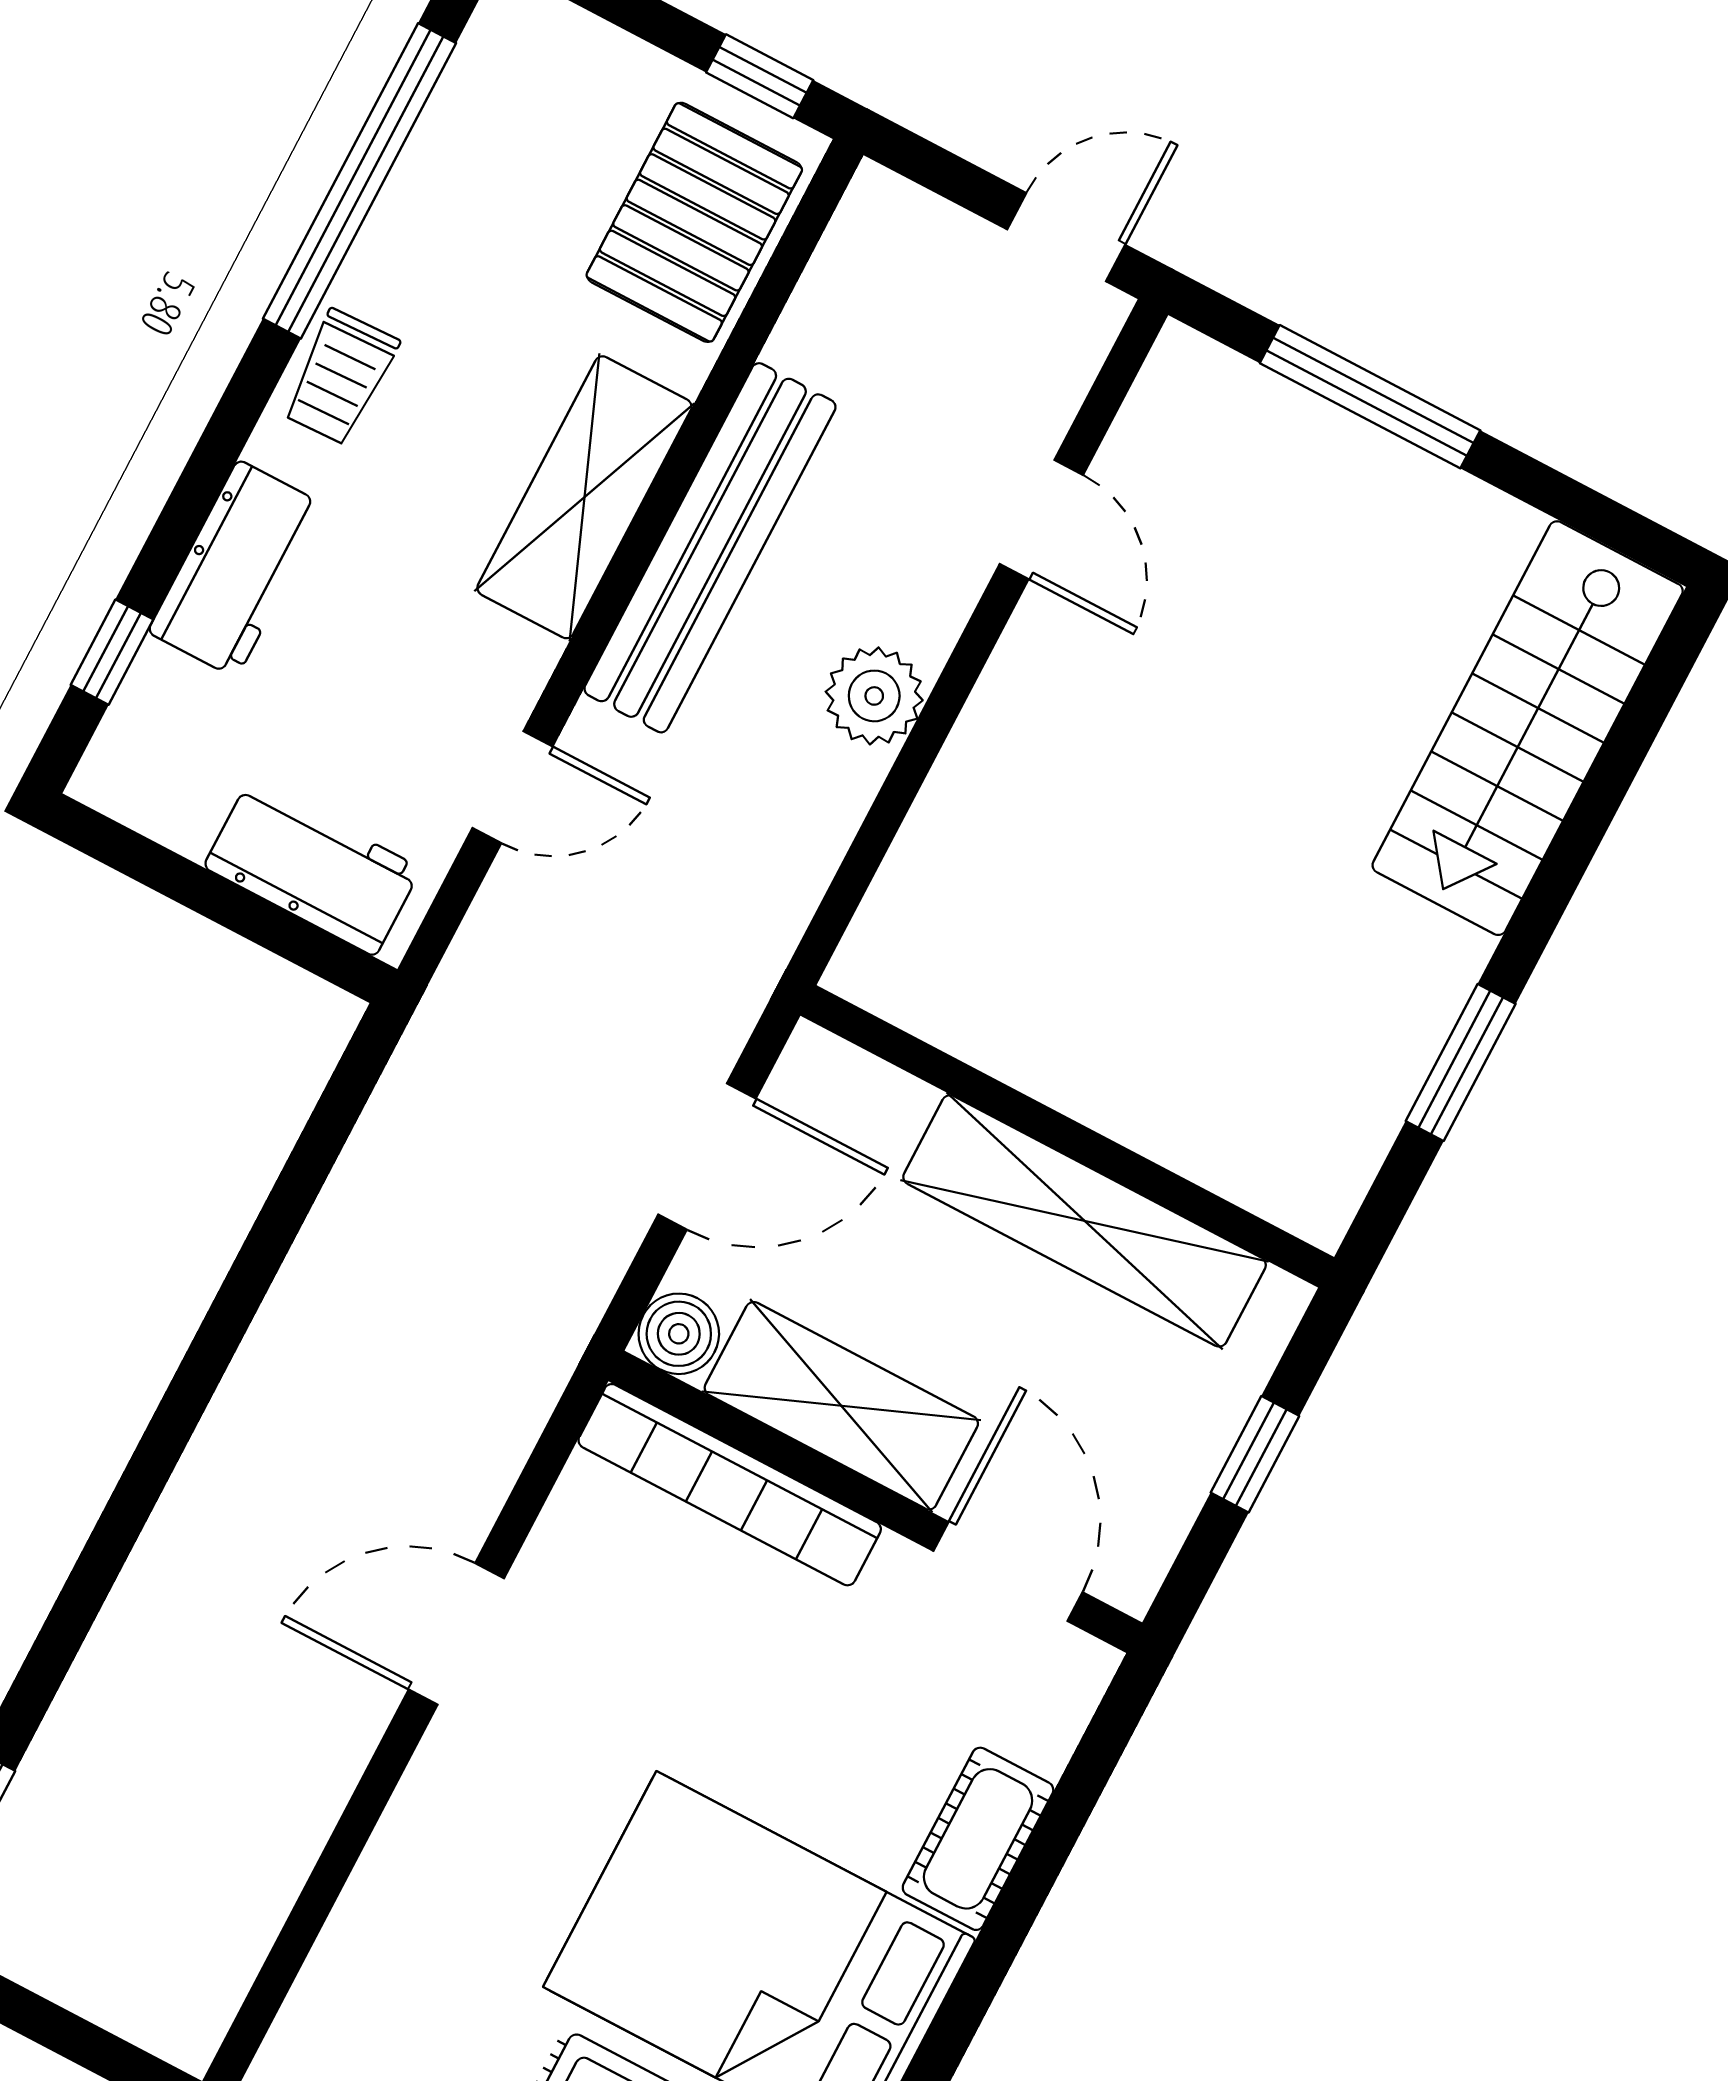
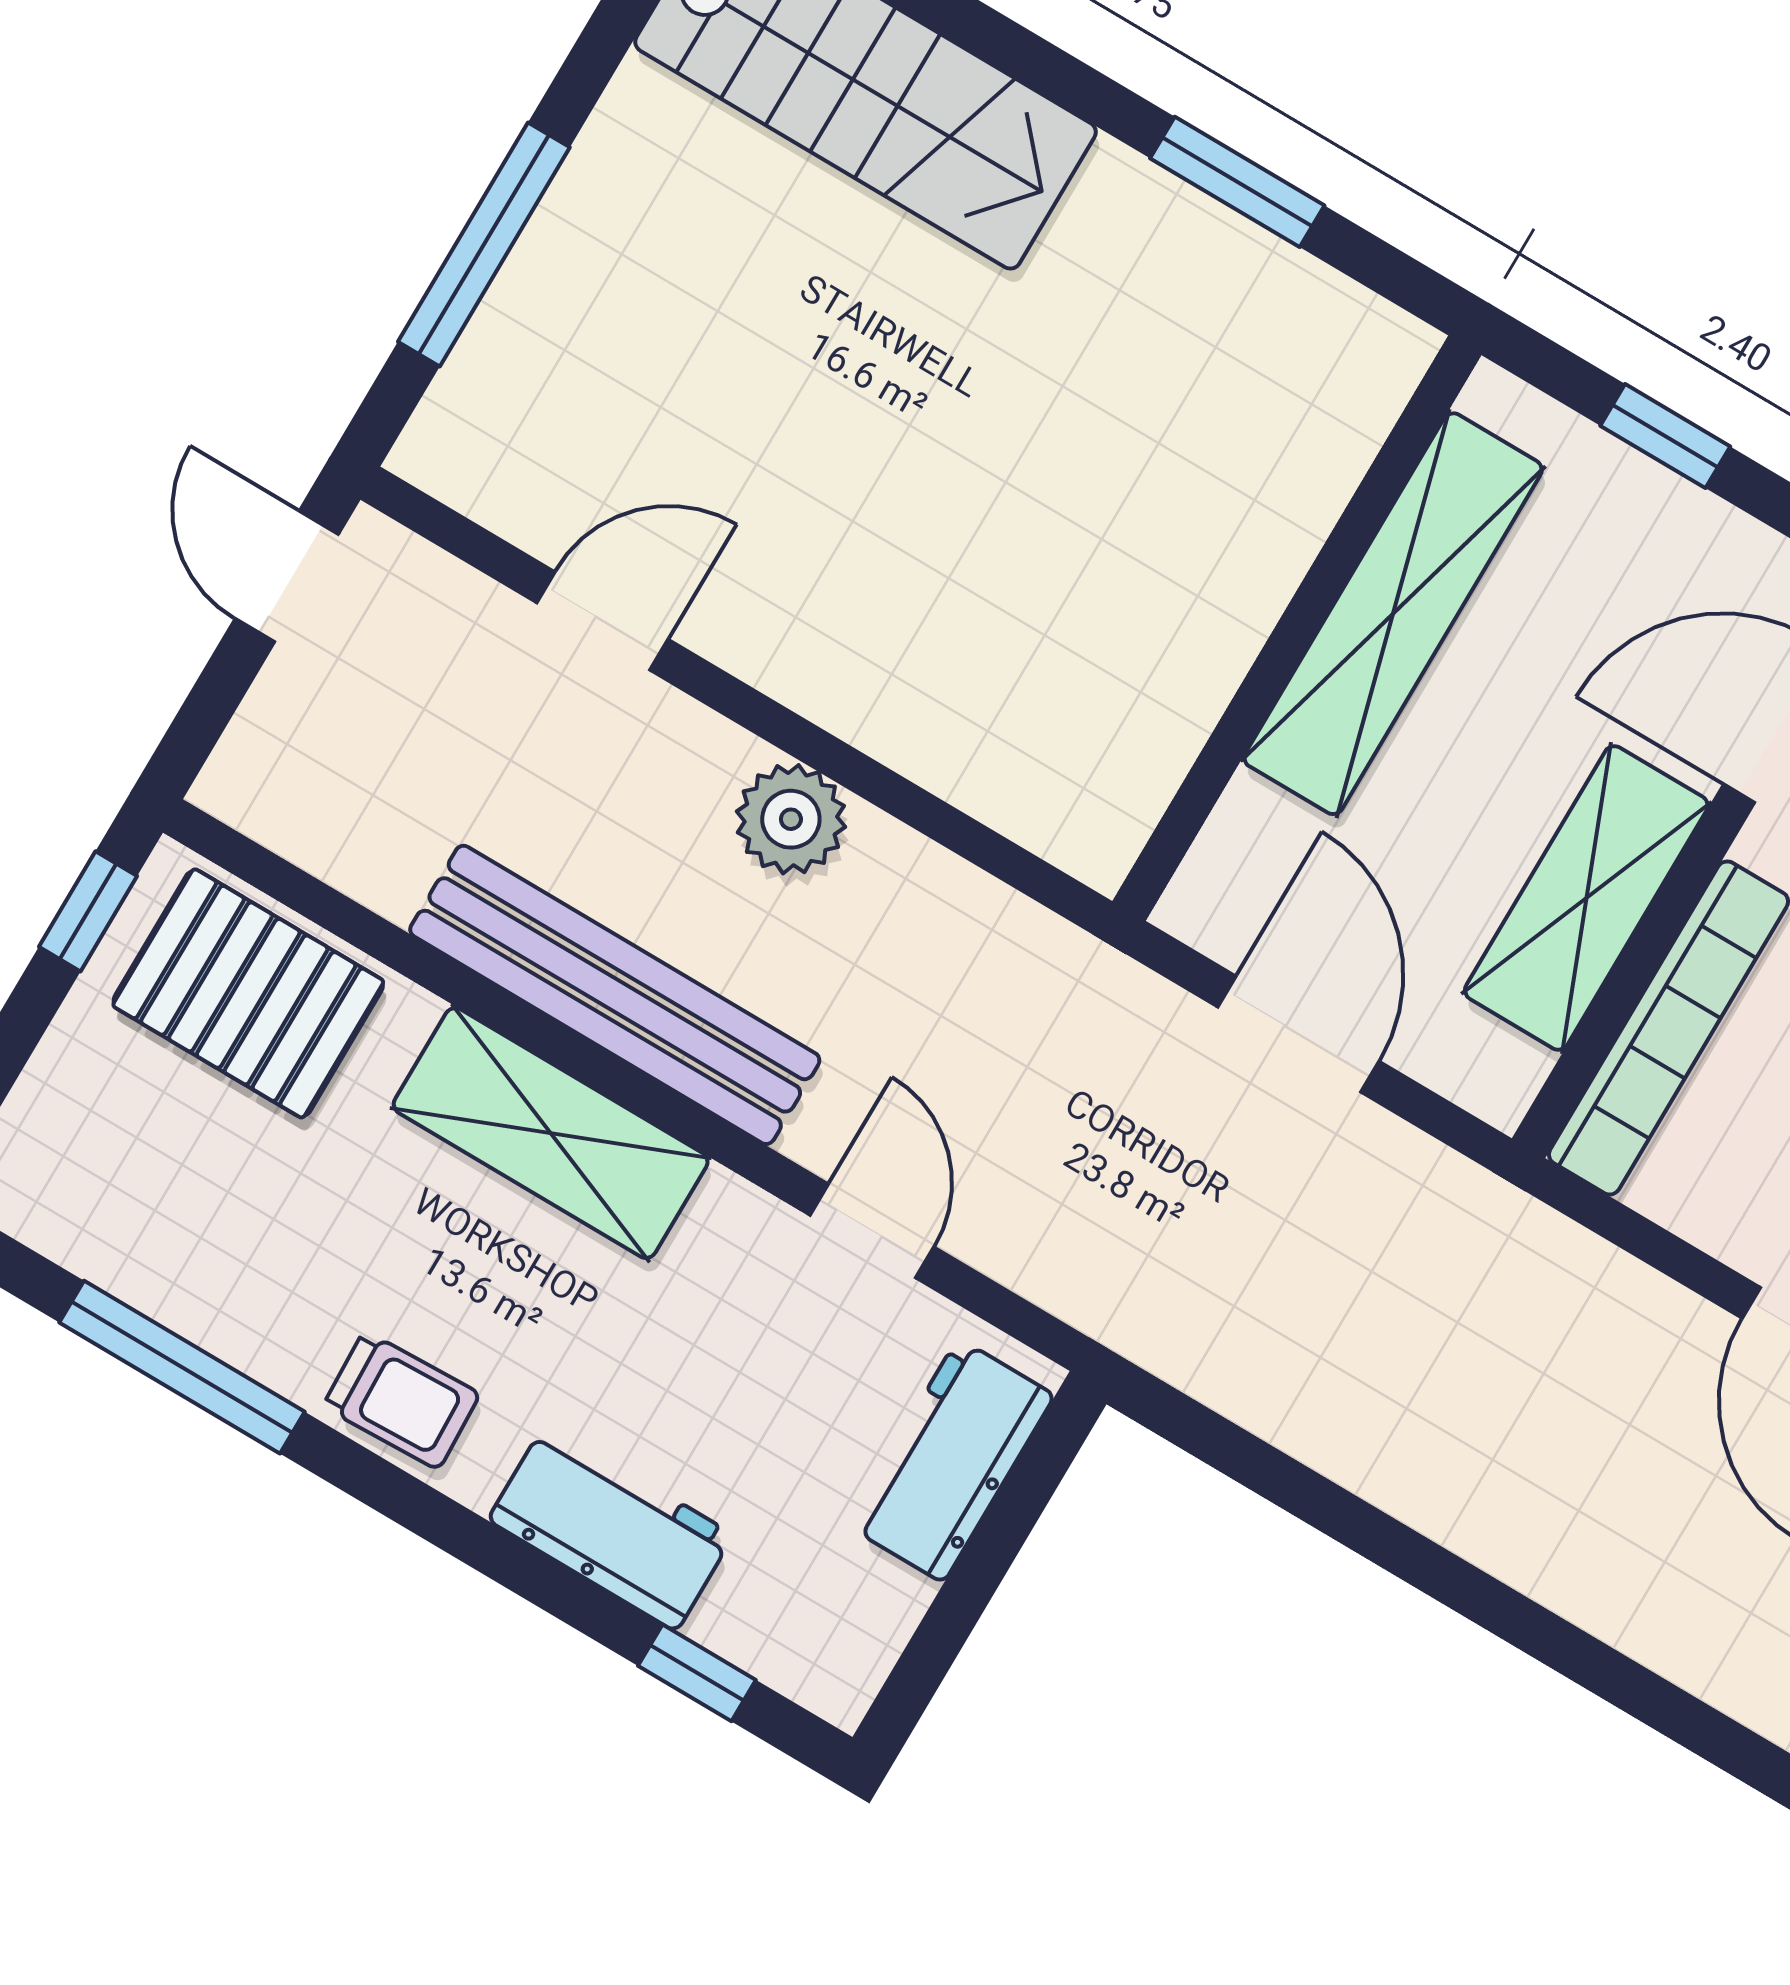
window: (359, 181) -> (182, 1367), width x0.68
boiler: (679, 1334) -> (1496, 1076), removed

